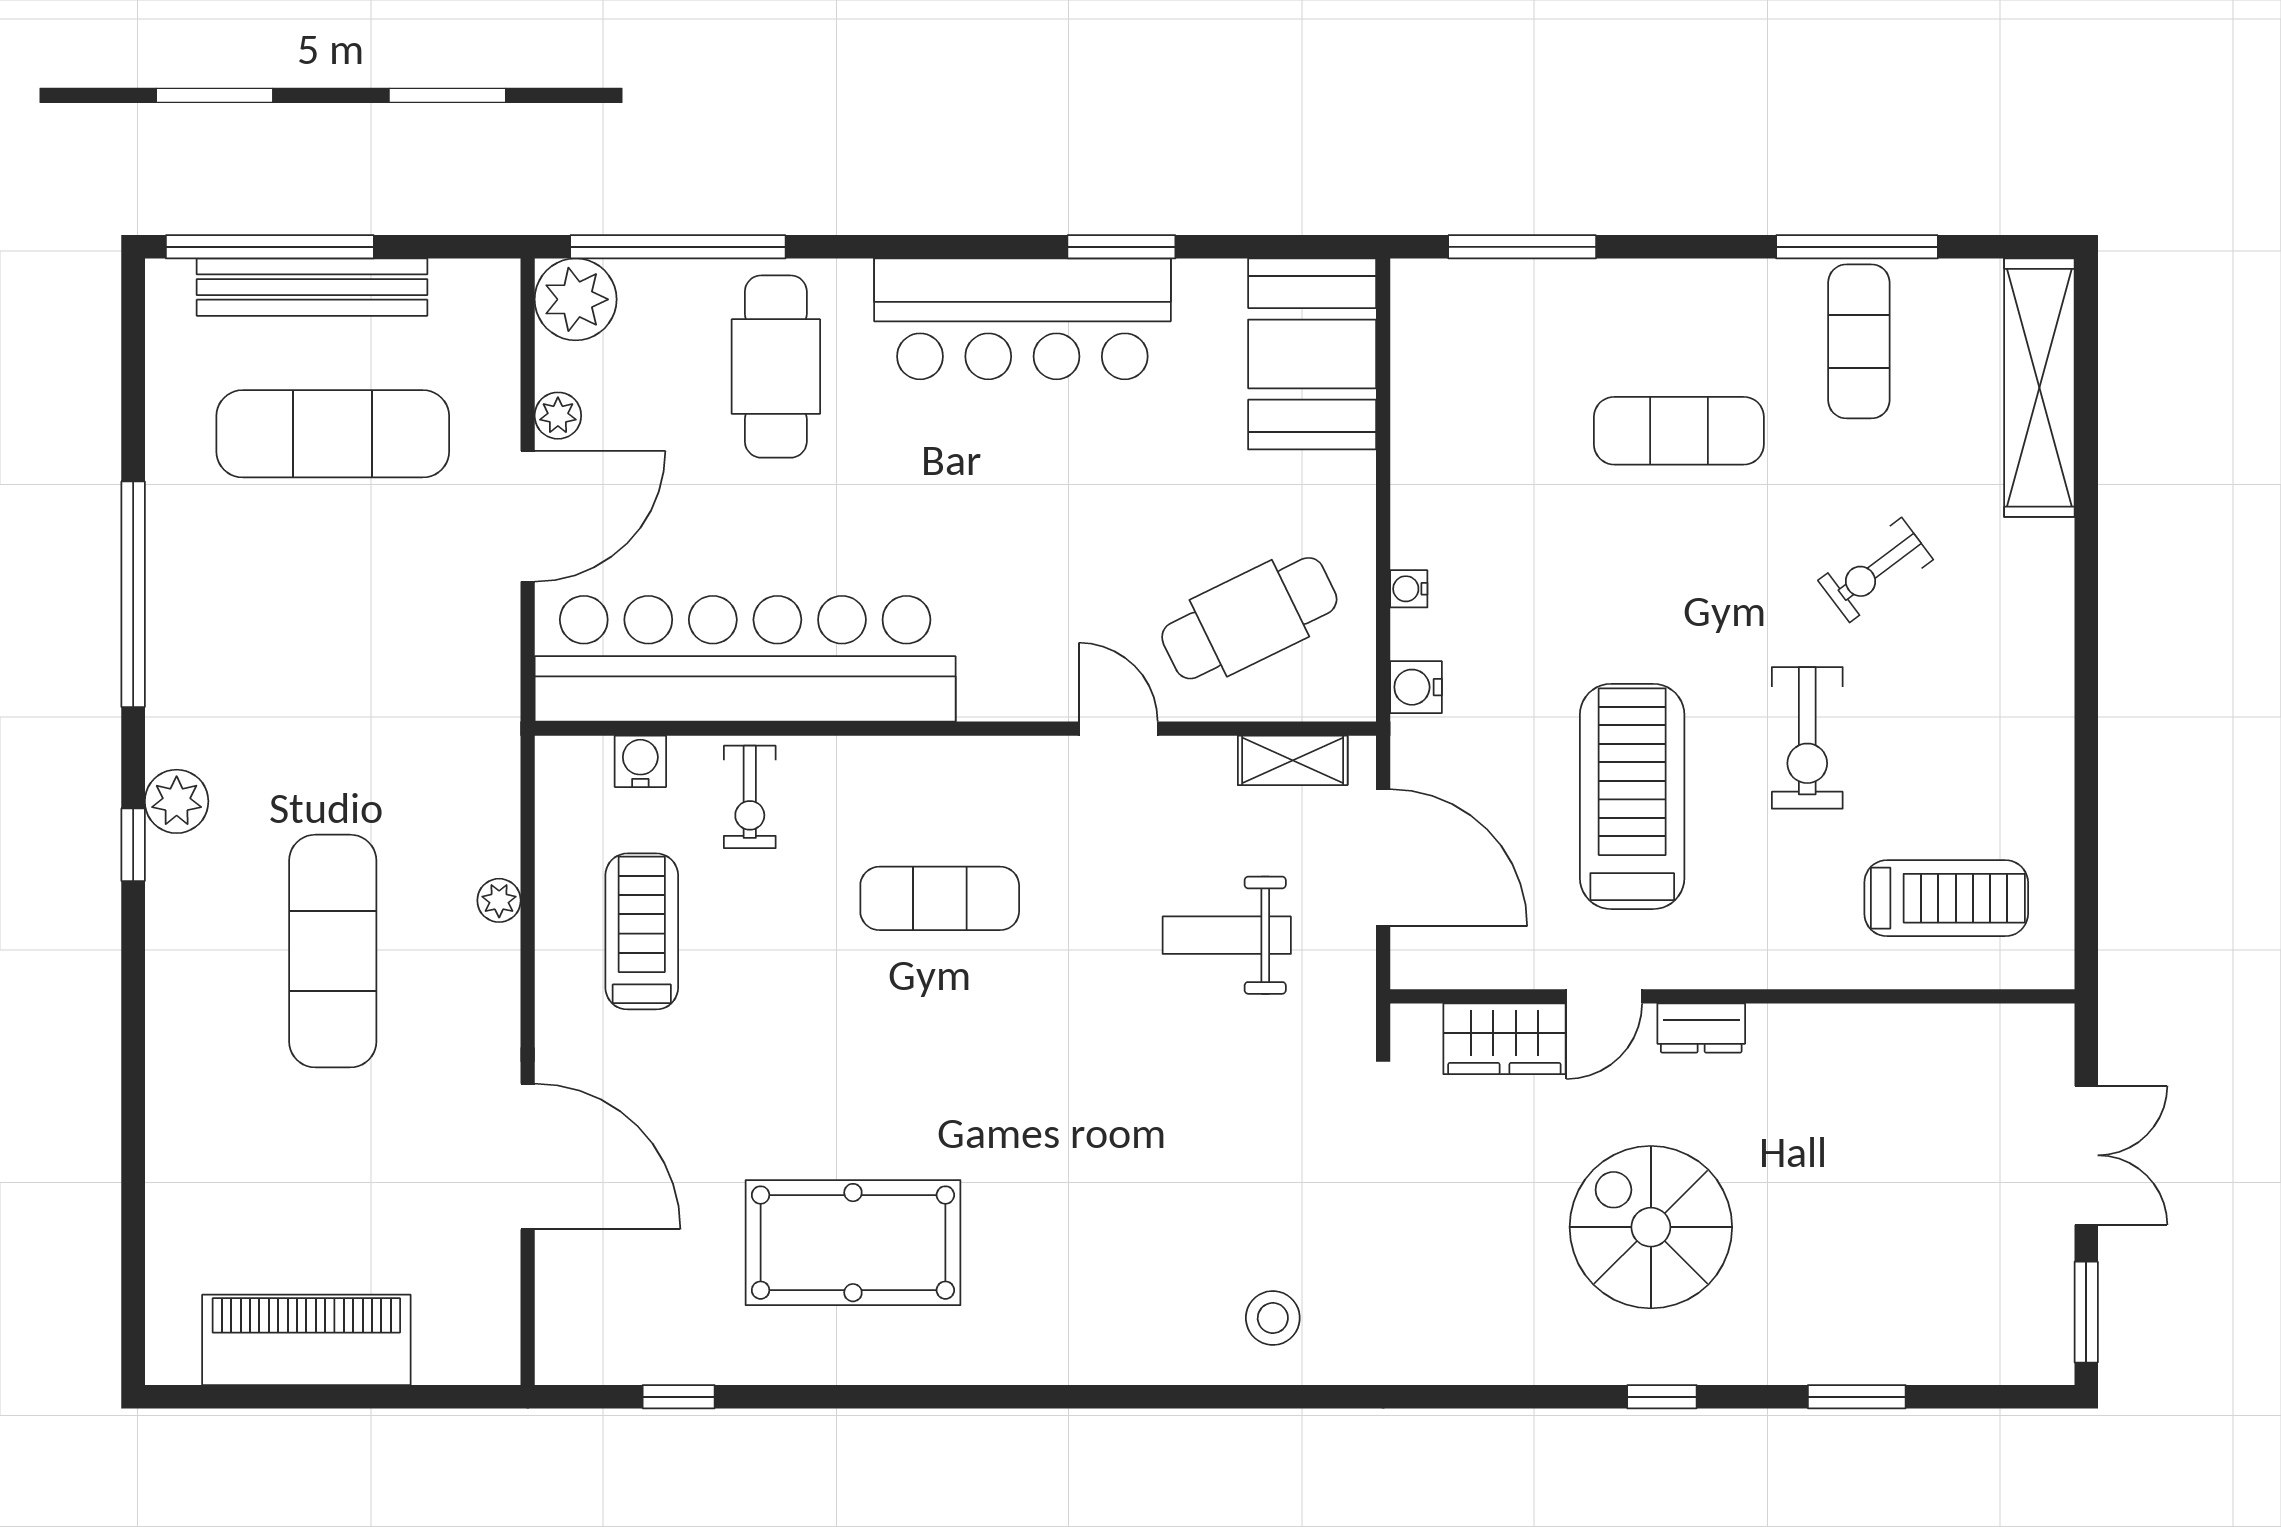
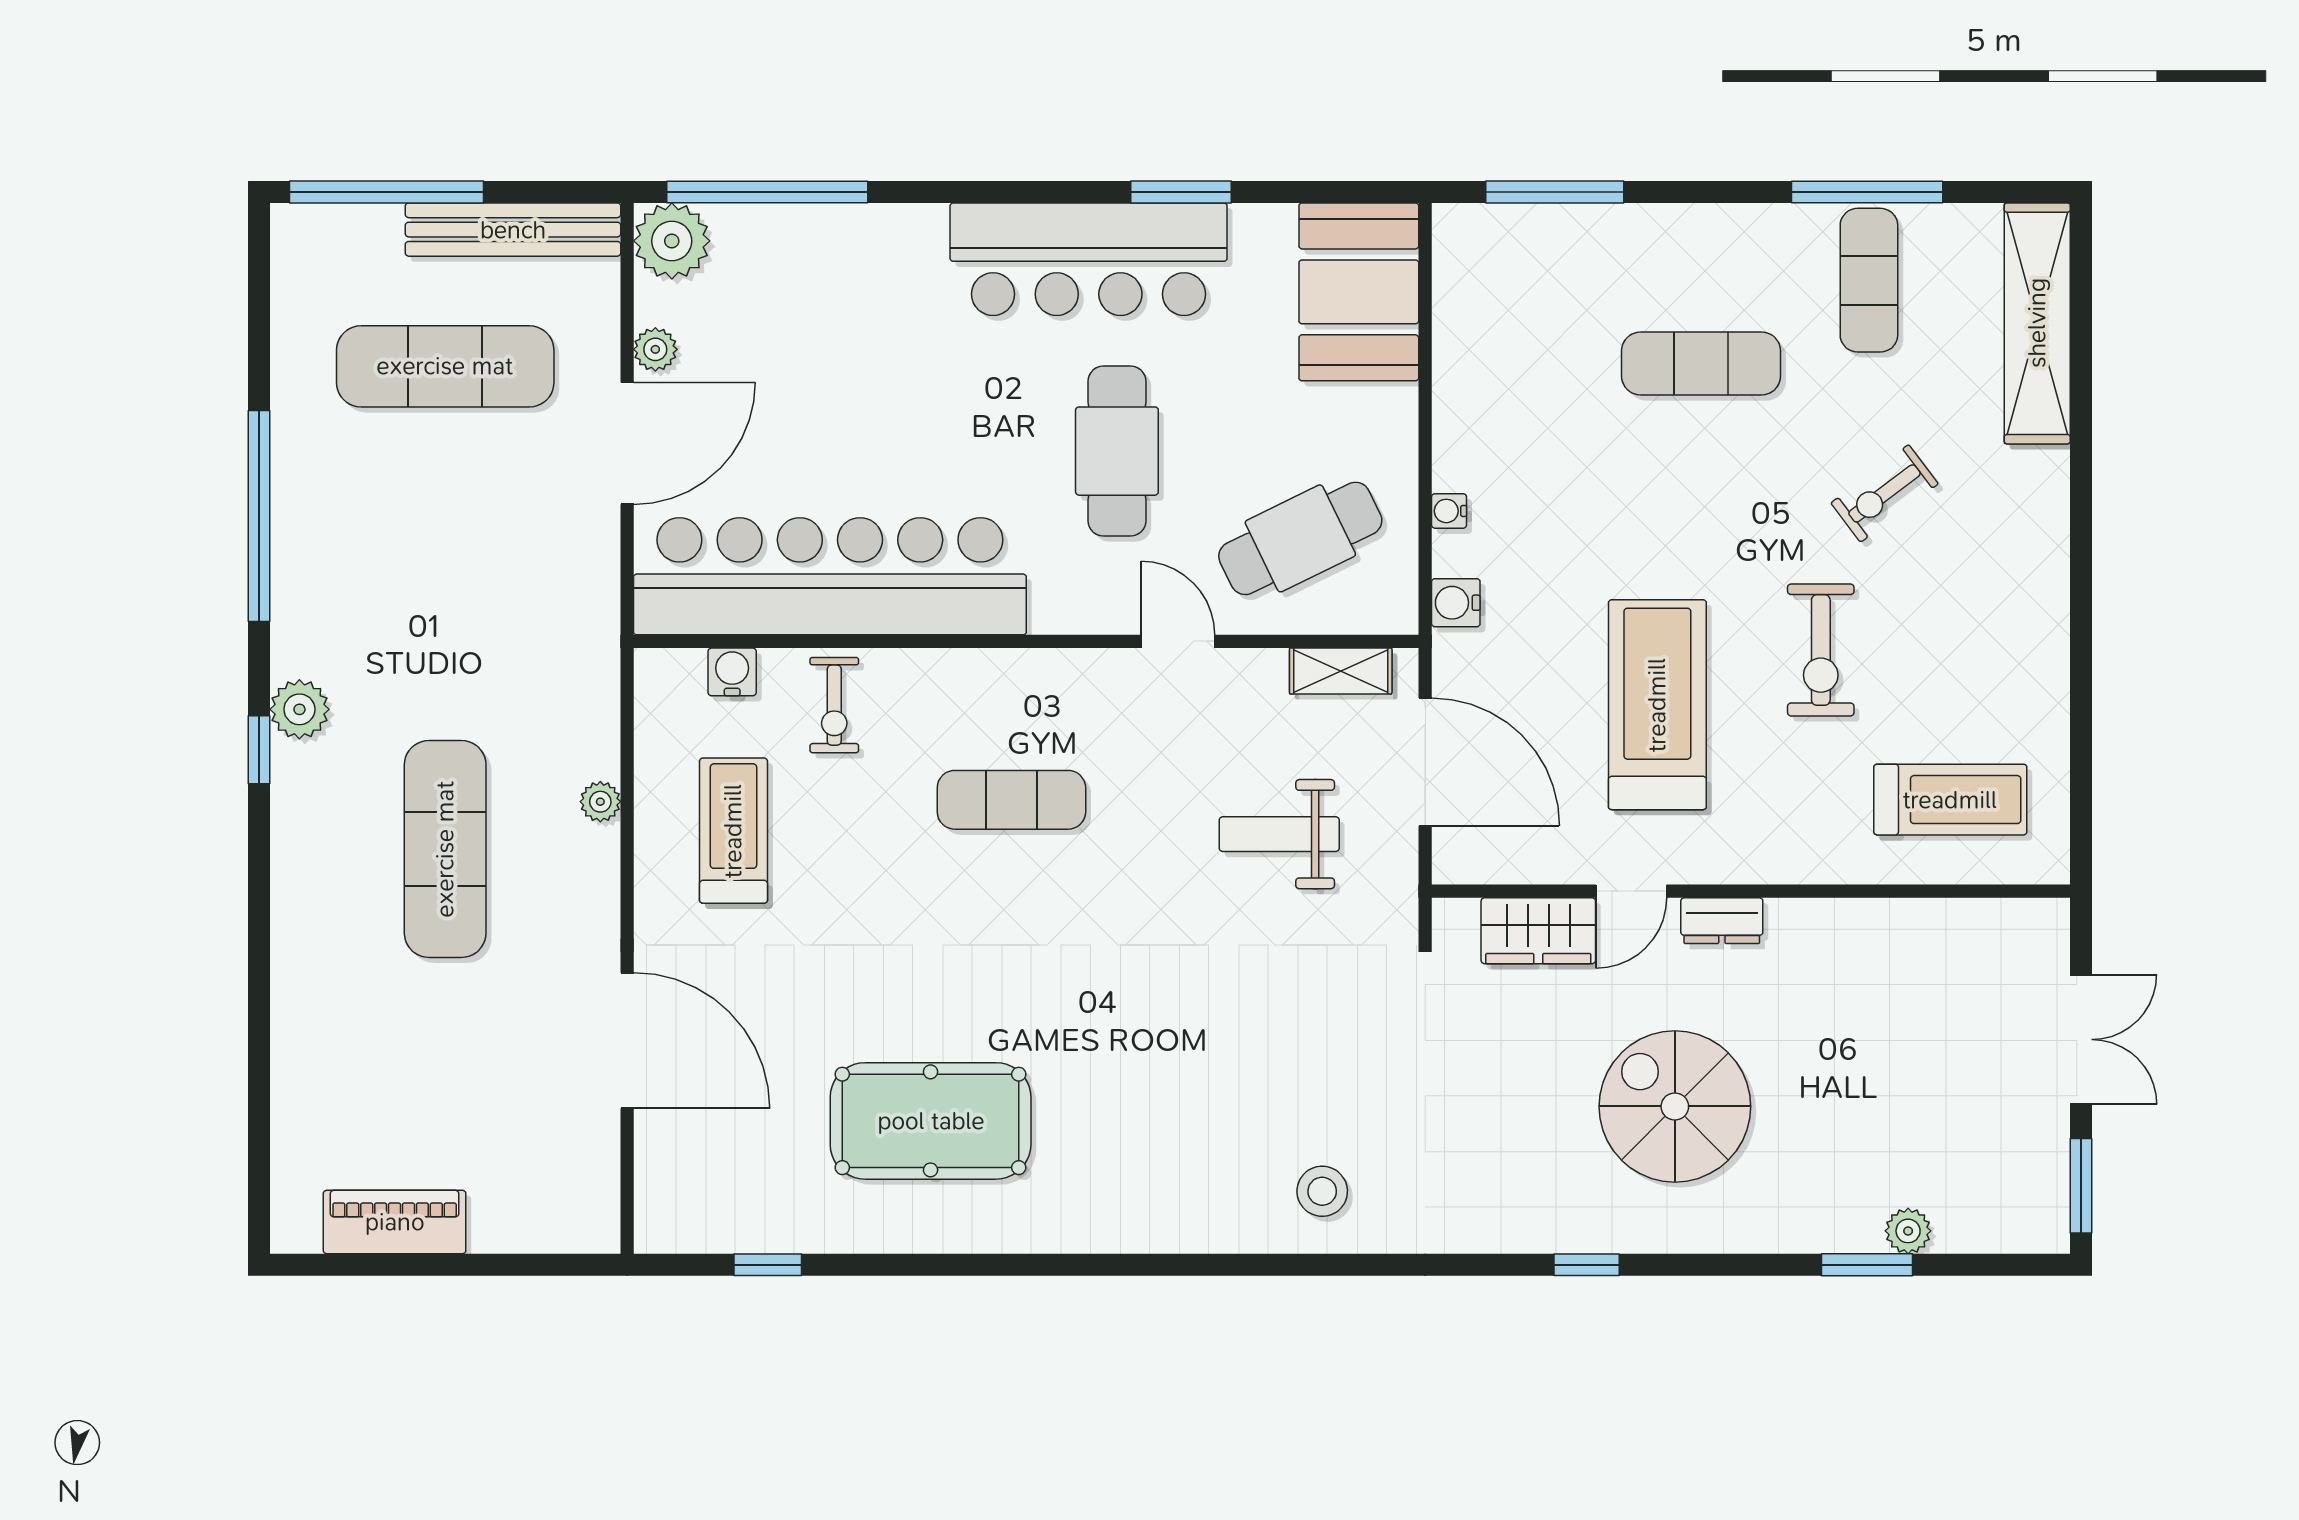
bench: (312, 287) -> (513, 230), moved
cafe table: (776, 367) -> (1117, 451), moved
piano: (306, 1340) -> (395, 1222), width x0.73, depth x0.75
plant: (1901, 1361) -> (1908, 1231), added
window: (1662, 1397) -> (1587, 1265), moved

